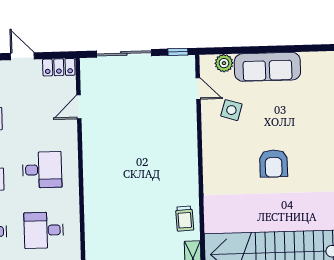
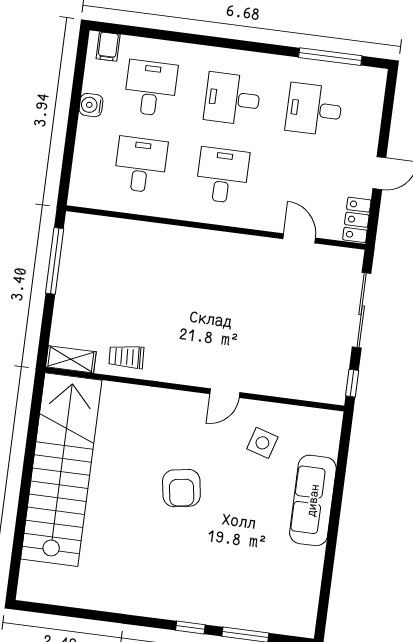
plant: (224, 63) -> (327, 443), removed
door: (198, 89) -> (225, 393), moved
armchair: (274, 164) -> (181, 488), turned -99
desk: (42, 170) -> (222, 175), turned 180

